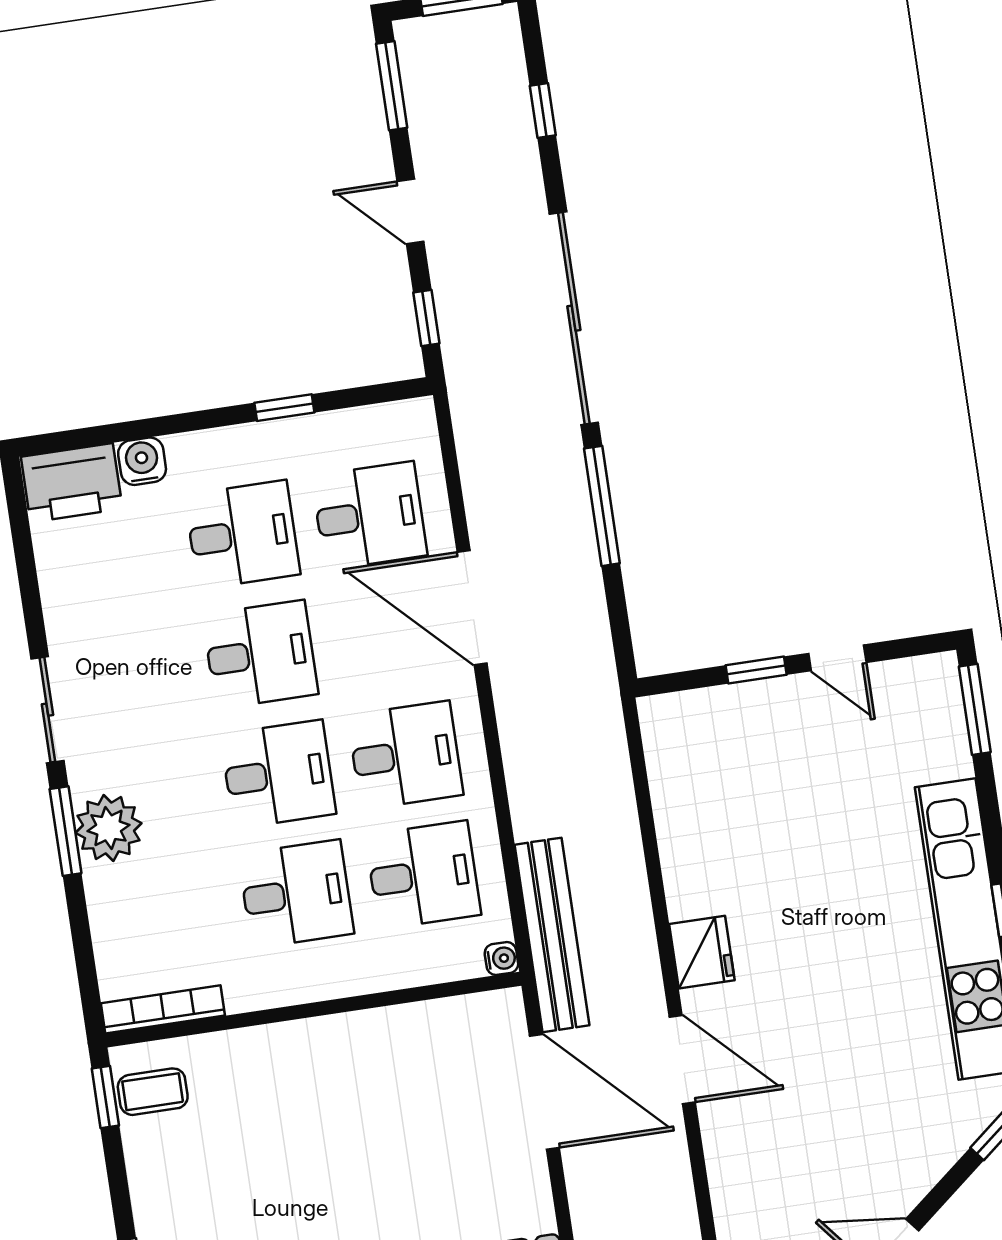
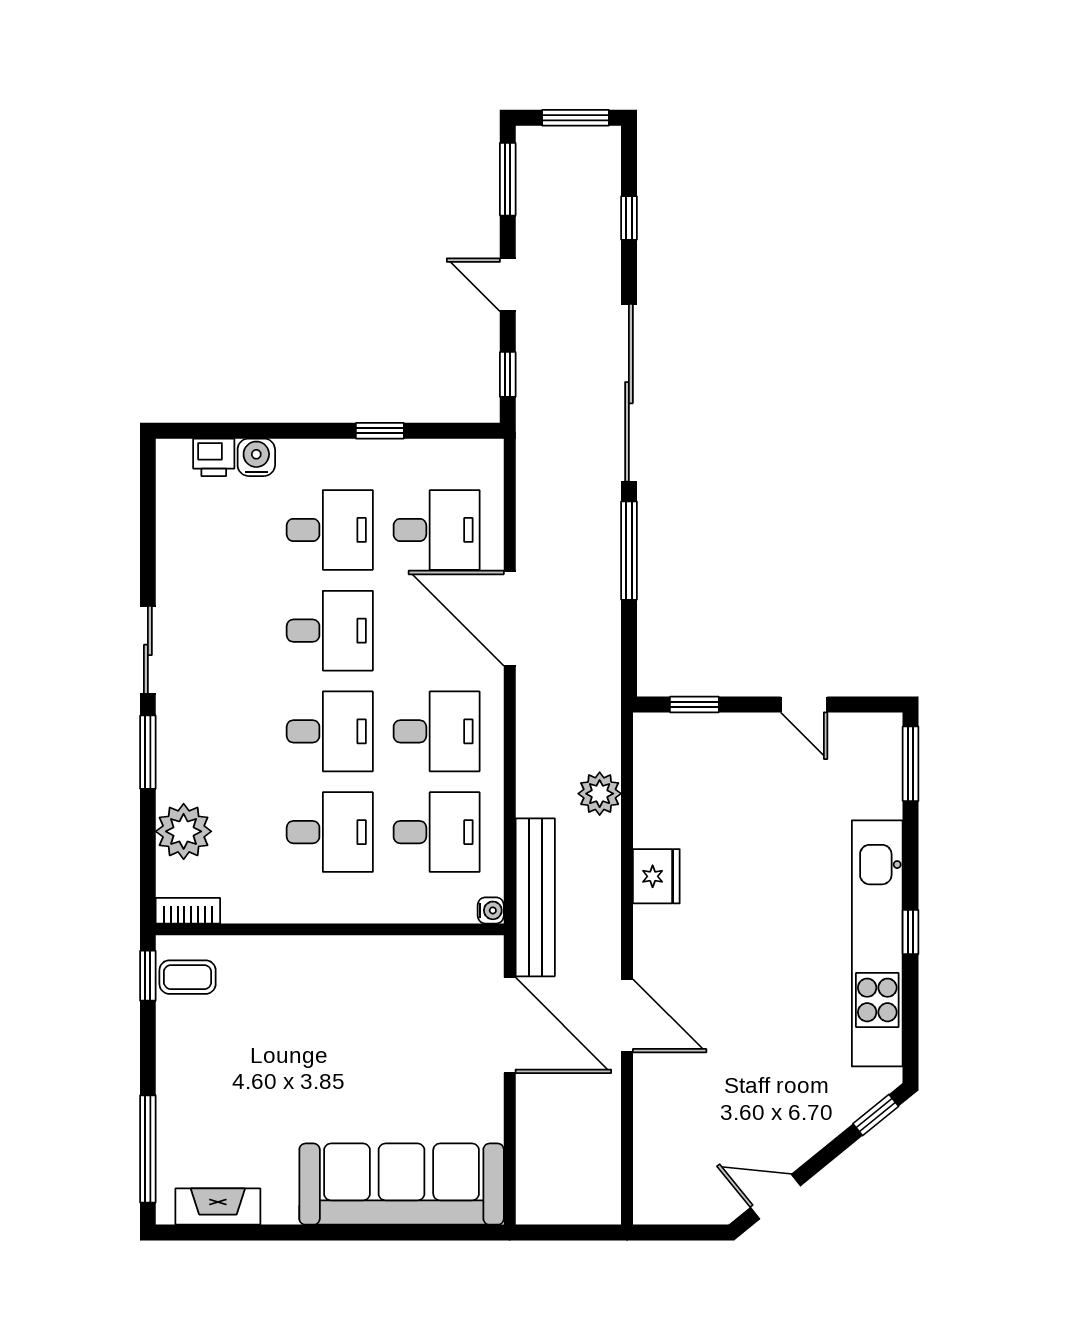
printer: (72, 483) -> (214, 457), width x0.53, depth x0.68
window: (756, 670) -> (694, 704), moved
plant: (610, 800) -> (600, 794), added
plant: (109, 828) -> (184, 831), moved
fridge: (702, 952) -> (656, 876), moved
bookcase: (163, 1009) -> (188, 911), width x0.64

